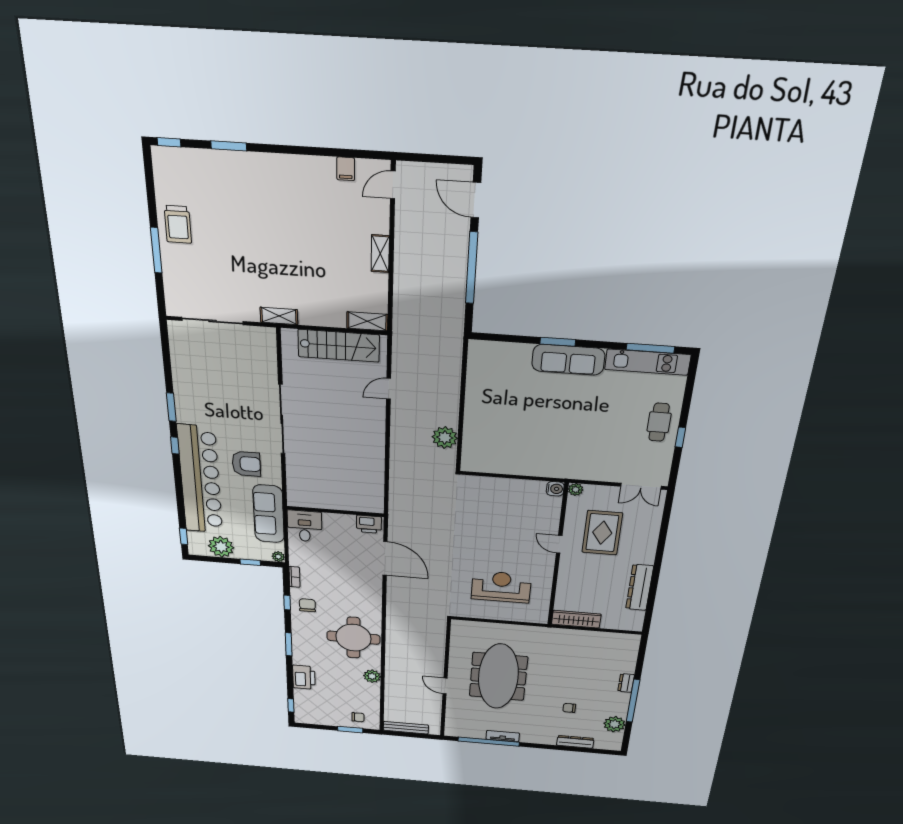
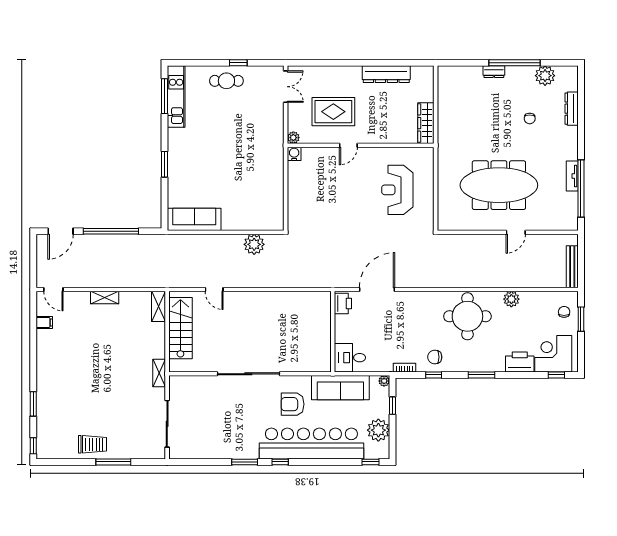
sofa: (568, 360) -> (194, 219), moved, turned -90
armchair: (246, 464) -> (293, 404), turned -90
corner desk: (313, 705) -> (553, 354), added

